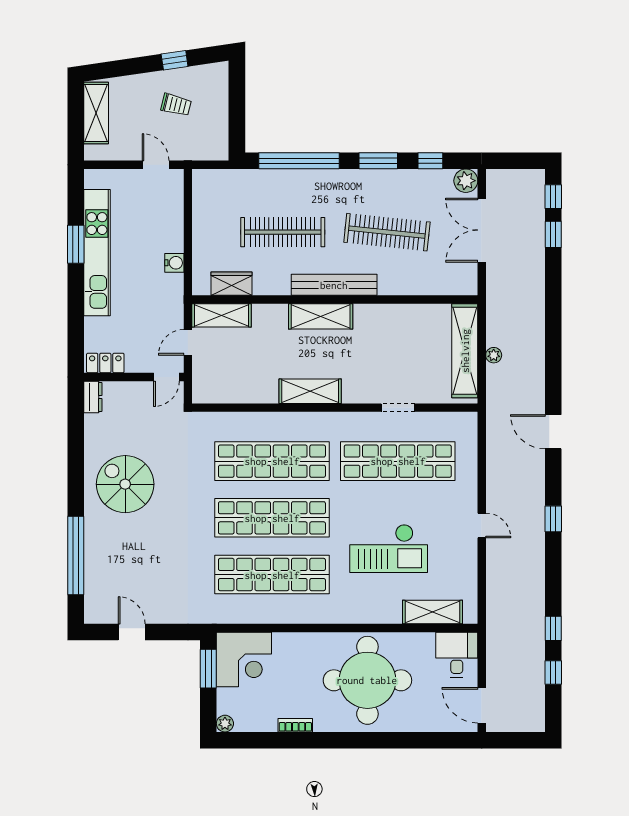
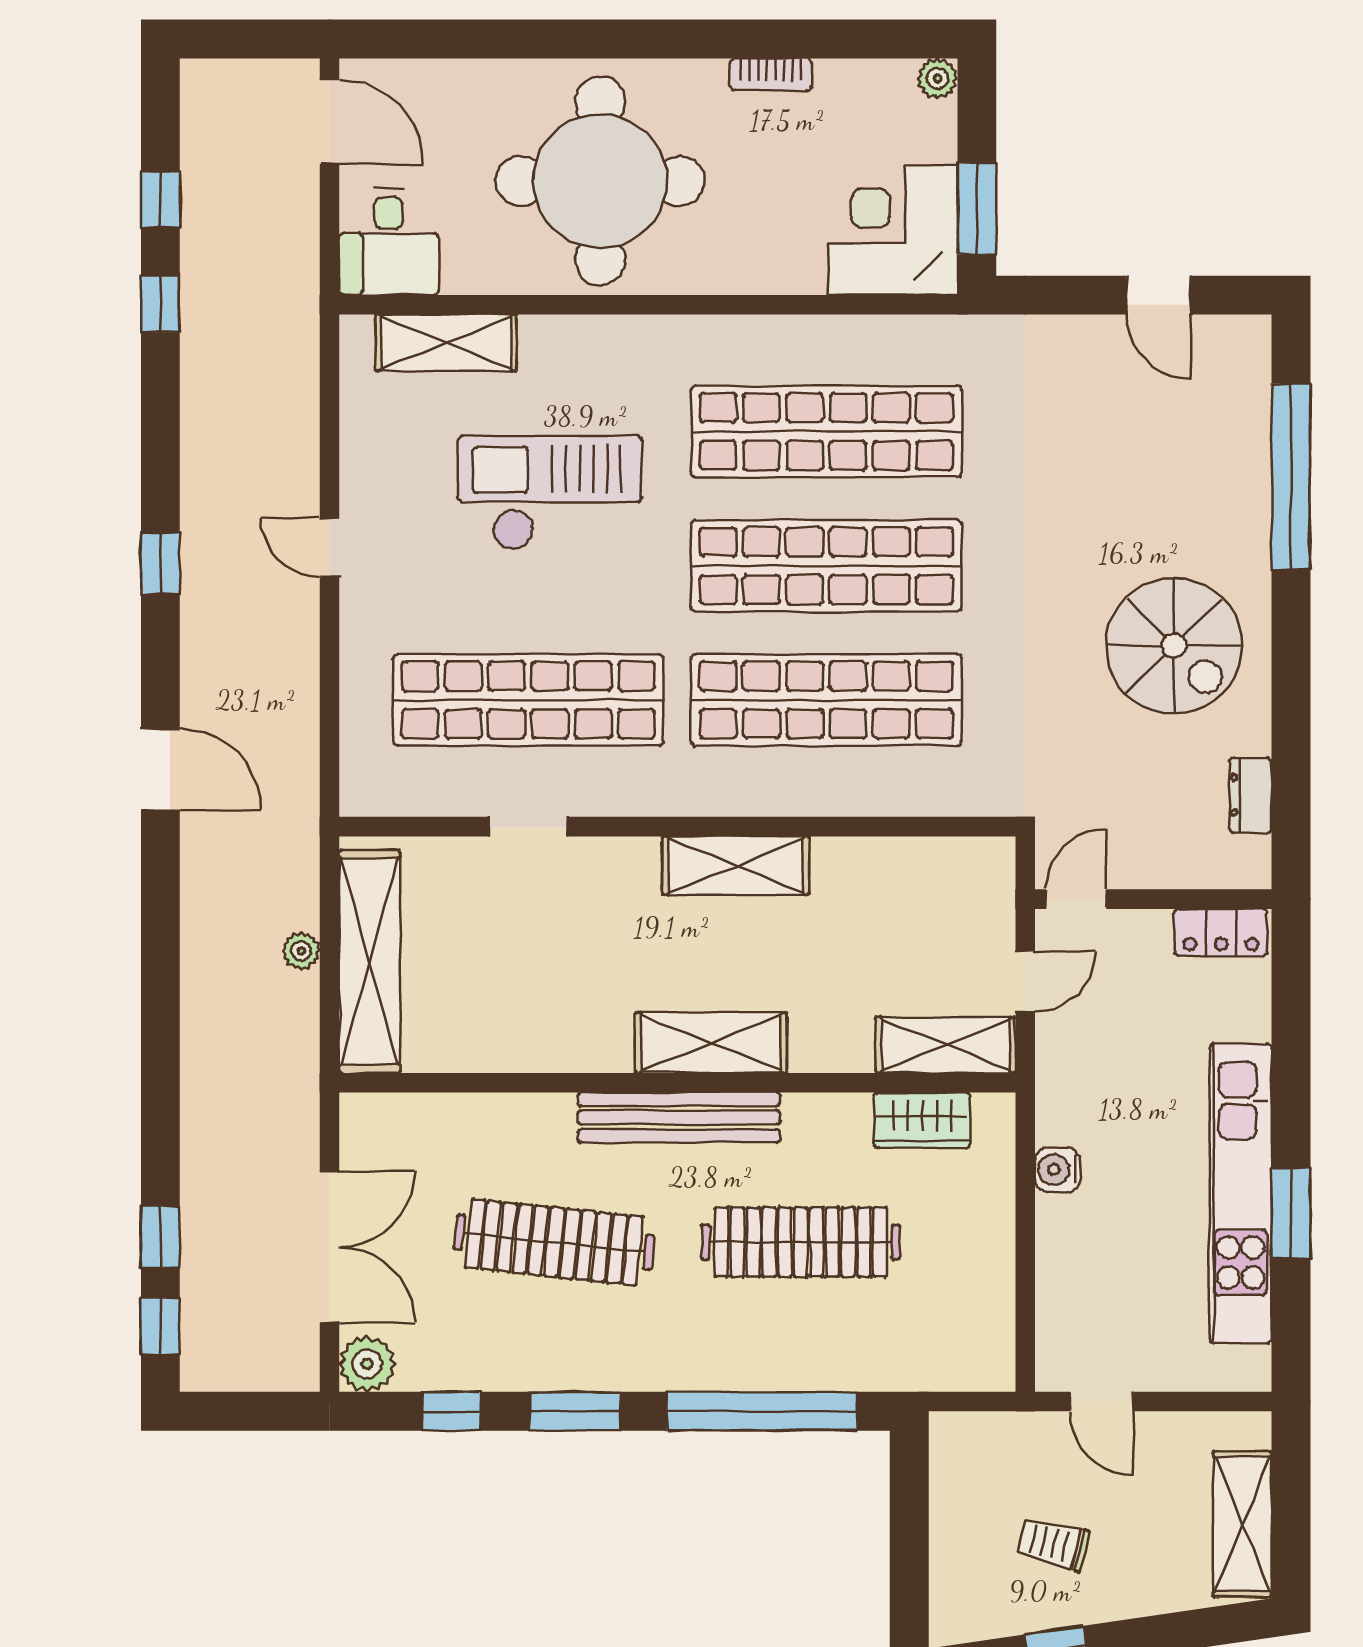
dresser: (93, 397) -> (1250, 795), moved

